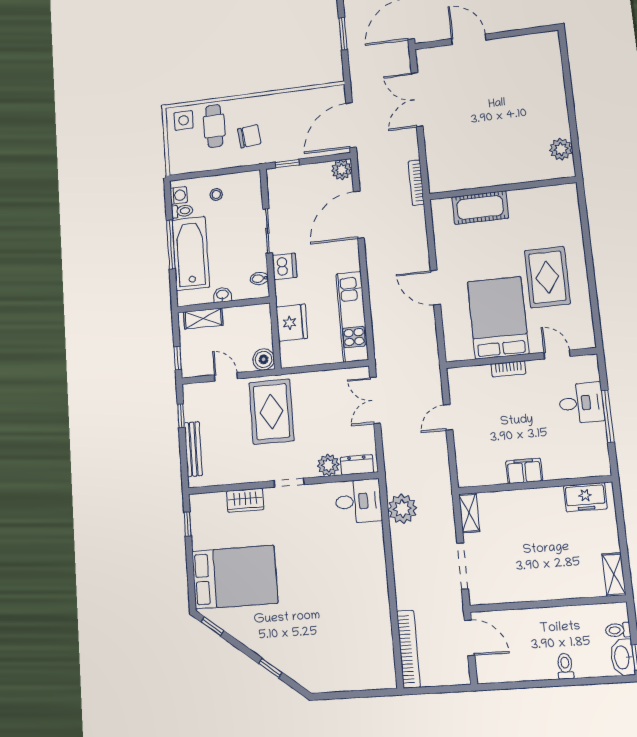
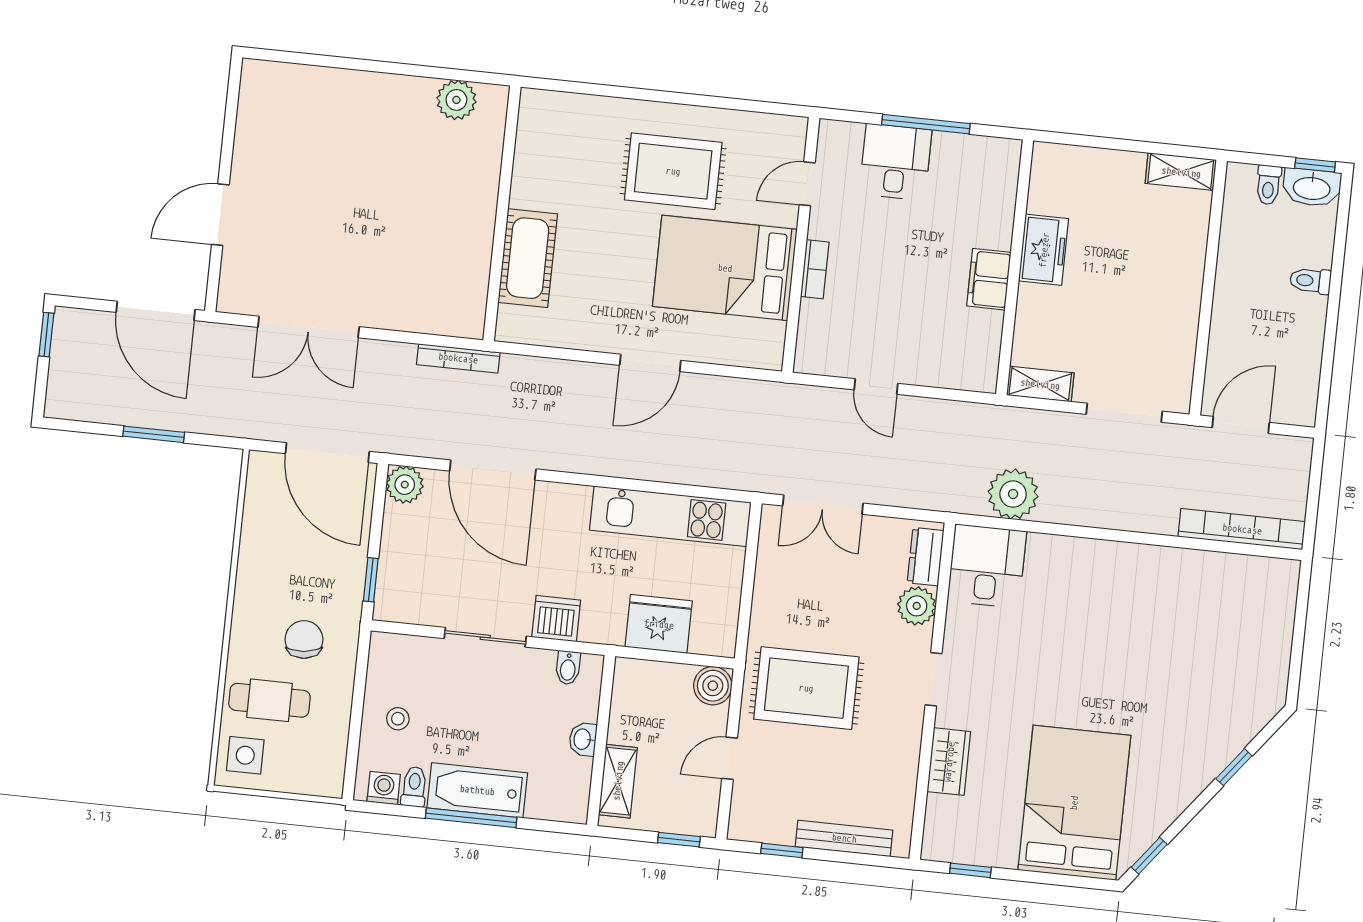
bathtub: (191, 253) -> (477, 790), width x0.73, depth x0.73
freezer: (585, 497) -> (1044, 250), moved

